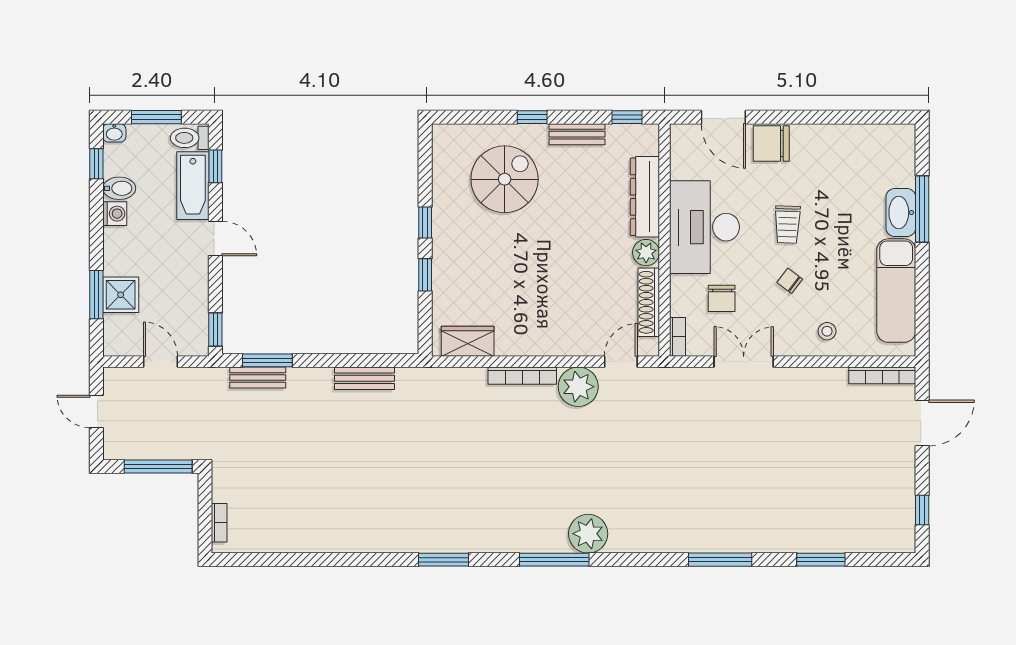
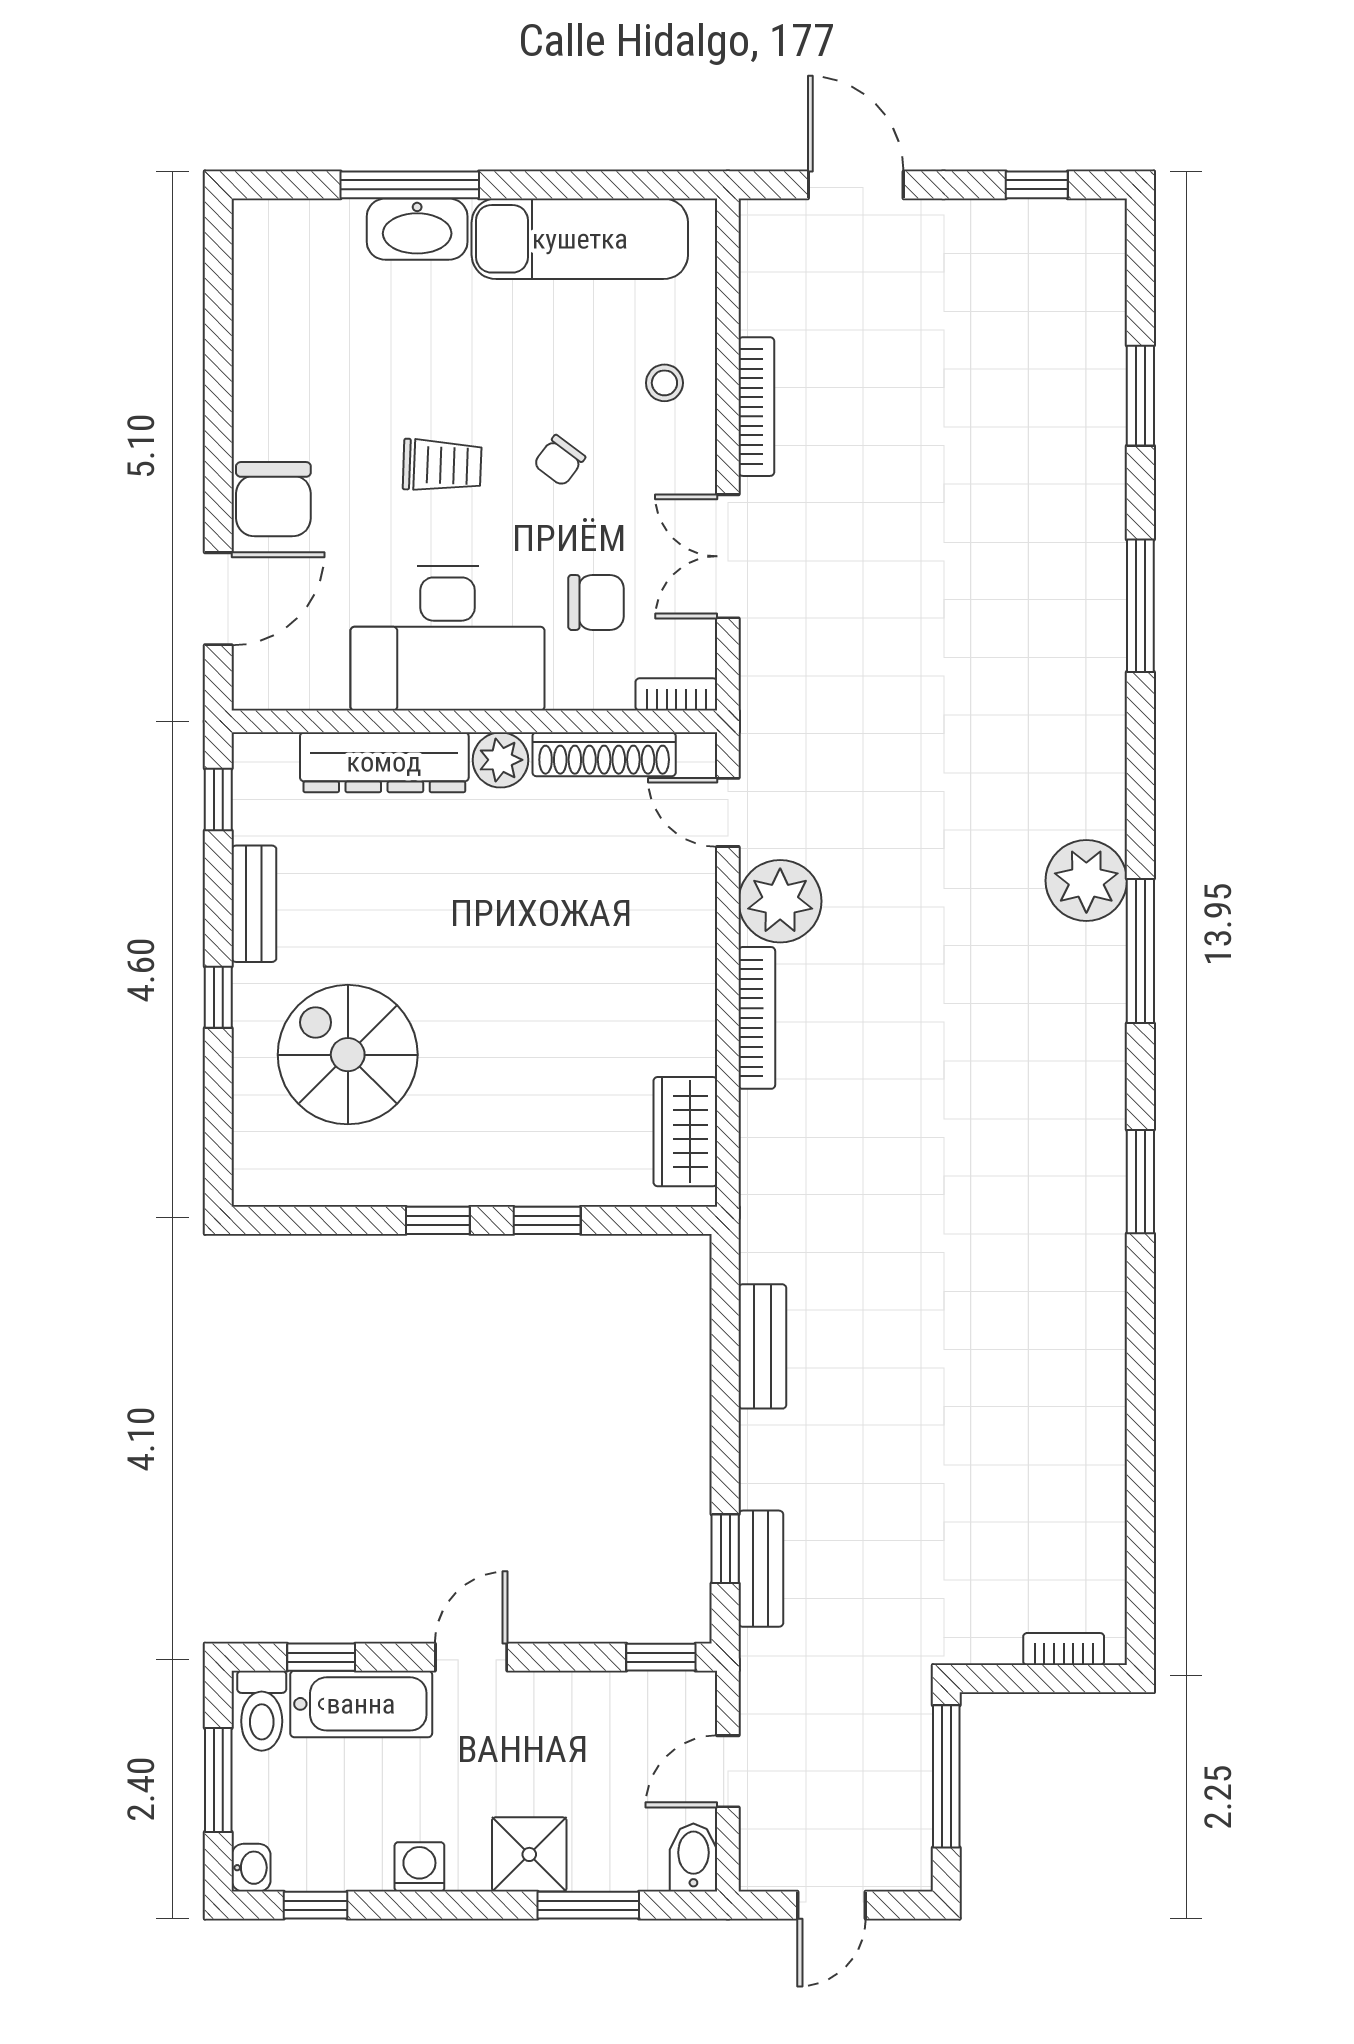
bidet: (119, 188) -> (693, 1857), moved
shower: (121, 295) -> (529, 1854), moved
window: (267, 360) -> (725, 1549), width x0.67
bookcase: (882, 375) -> (756, 407), moved

